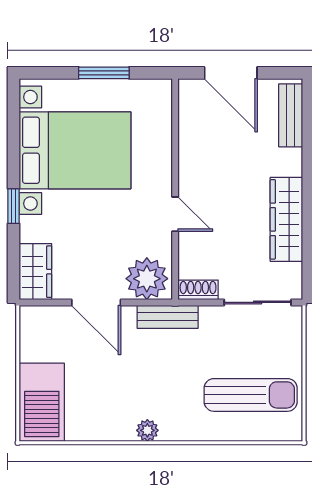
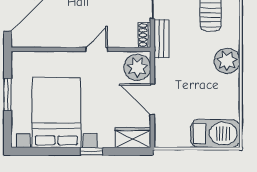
door: (96, 302) -> (152, 99), swing flipped
bench: (168, 317) -> (161, 39), moved
plant: (147, 430) -> (227, 61), width x1.88, depth x1.88

